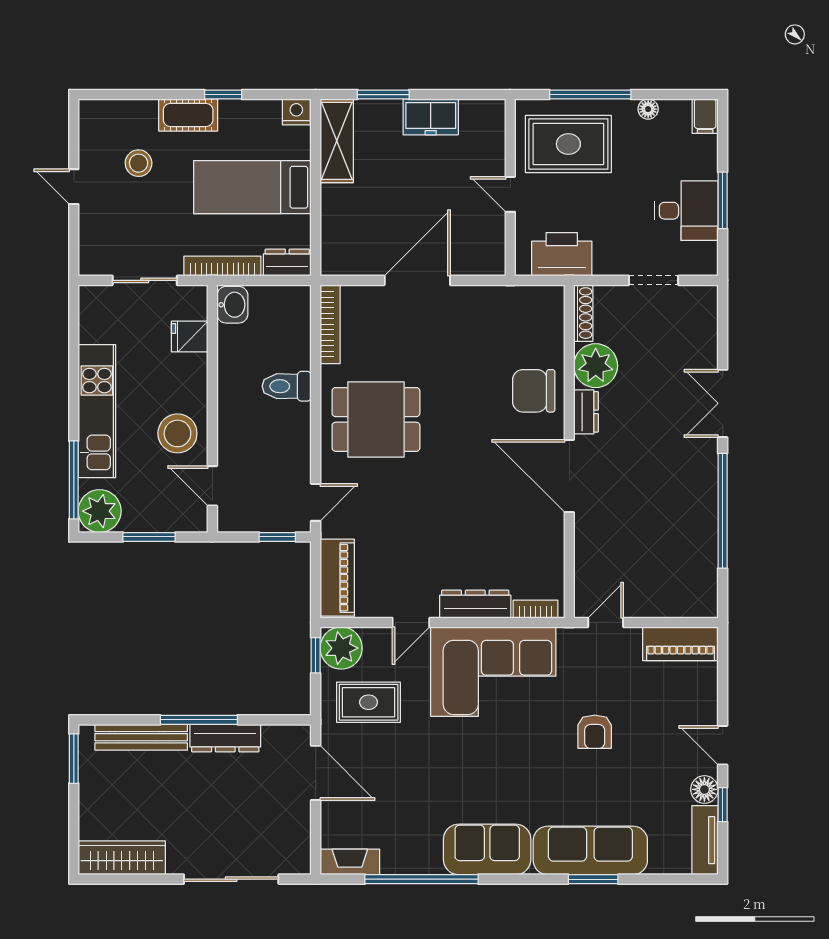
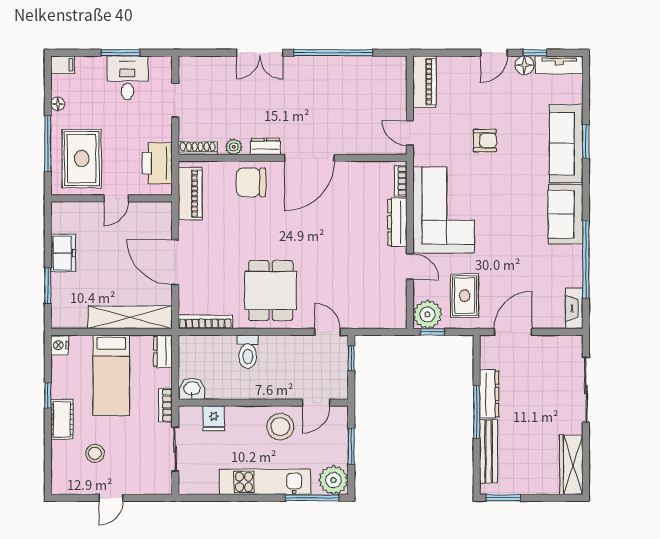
shelving: (337, 141) -> (130, 317), moved, width x1.47
bookcase: (222, 266) -> (165, 405), width x0.64
plant: (596, 366) -> (234, 147), width x0.53, depth x0.53
chair: (534, 391) -> (251, 182), turned 90
piano: (337, 578) -> (190, 194), moved, turned 90

